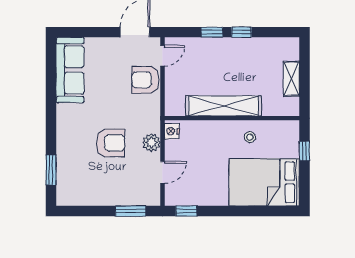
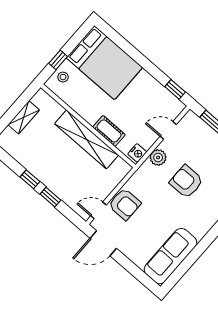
cot: (211, 129) -> (109, 131), added
stool: (250, 137) -> (63, 77), moved

